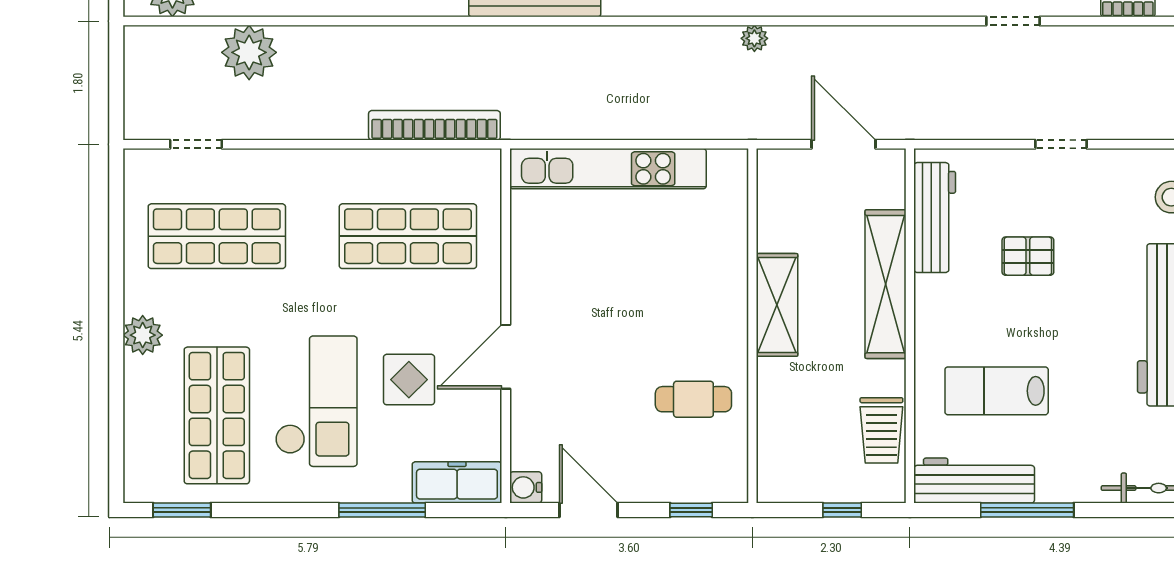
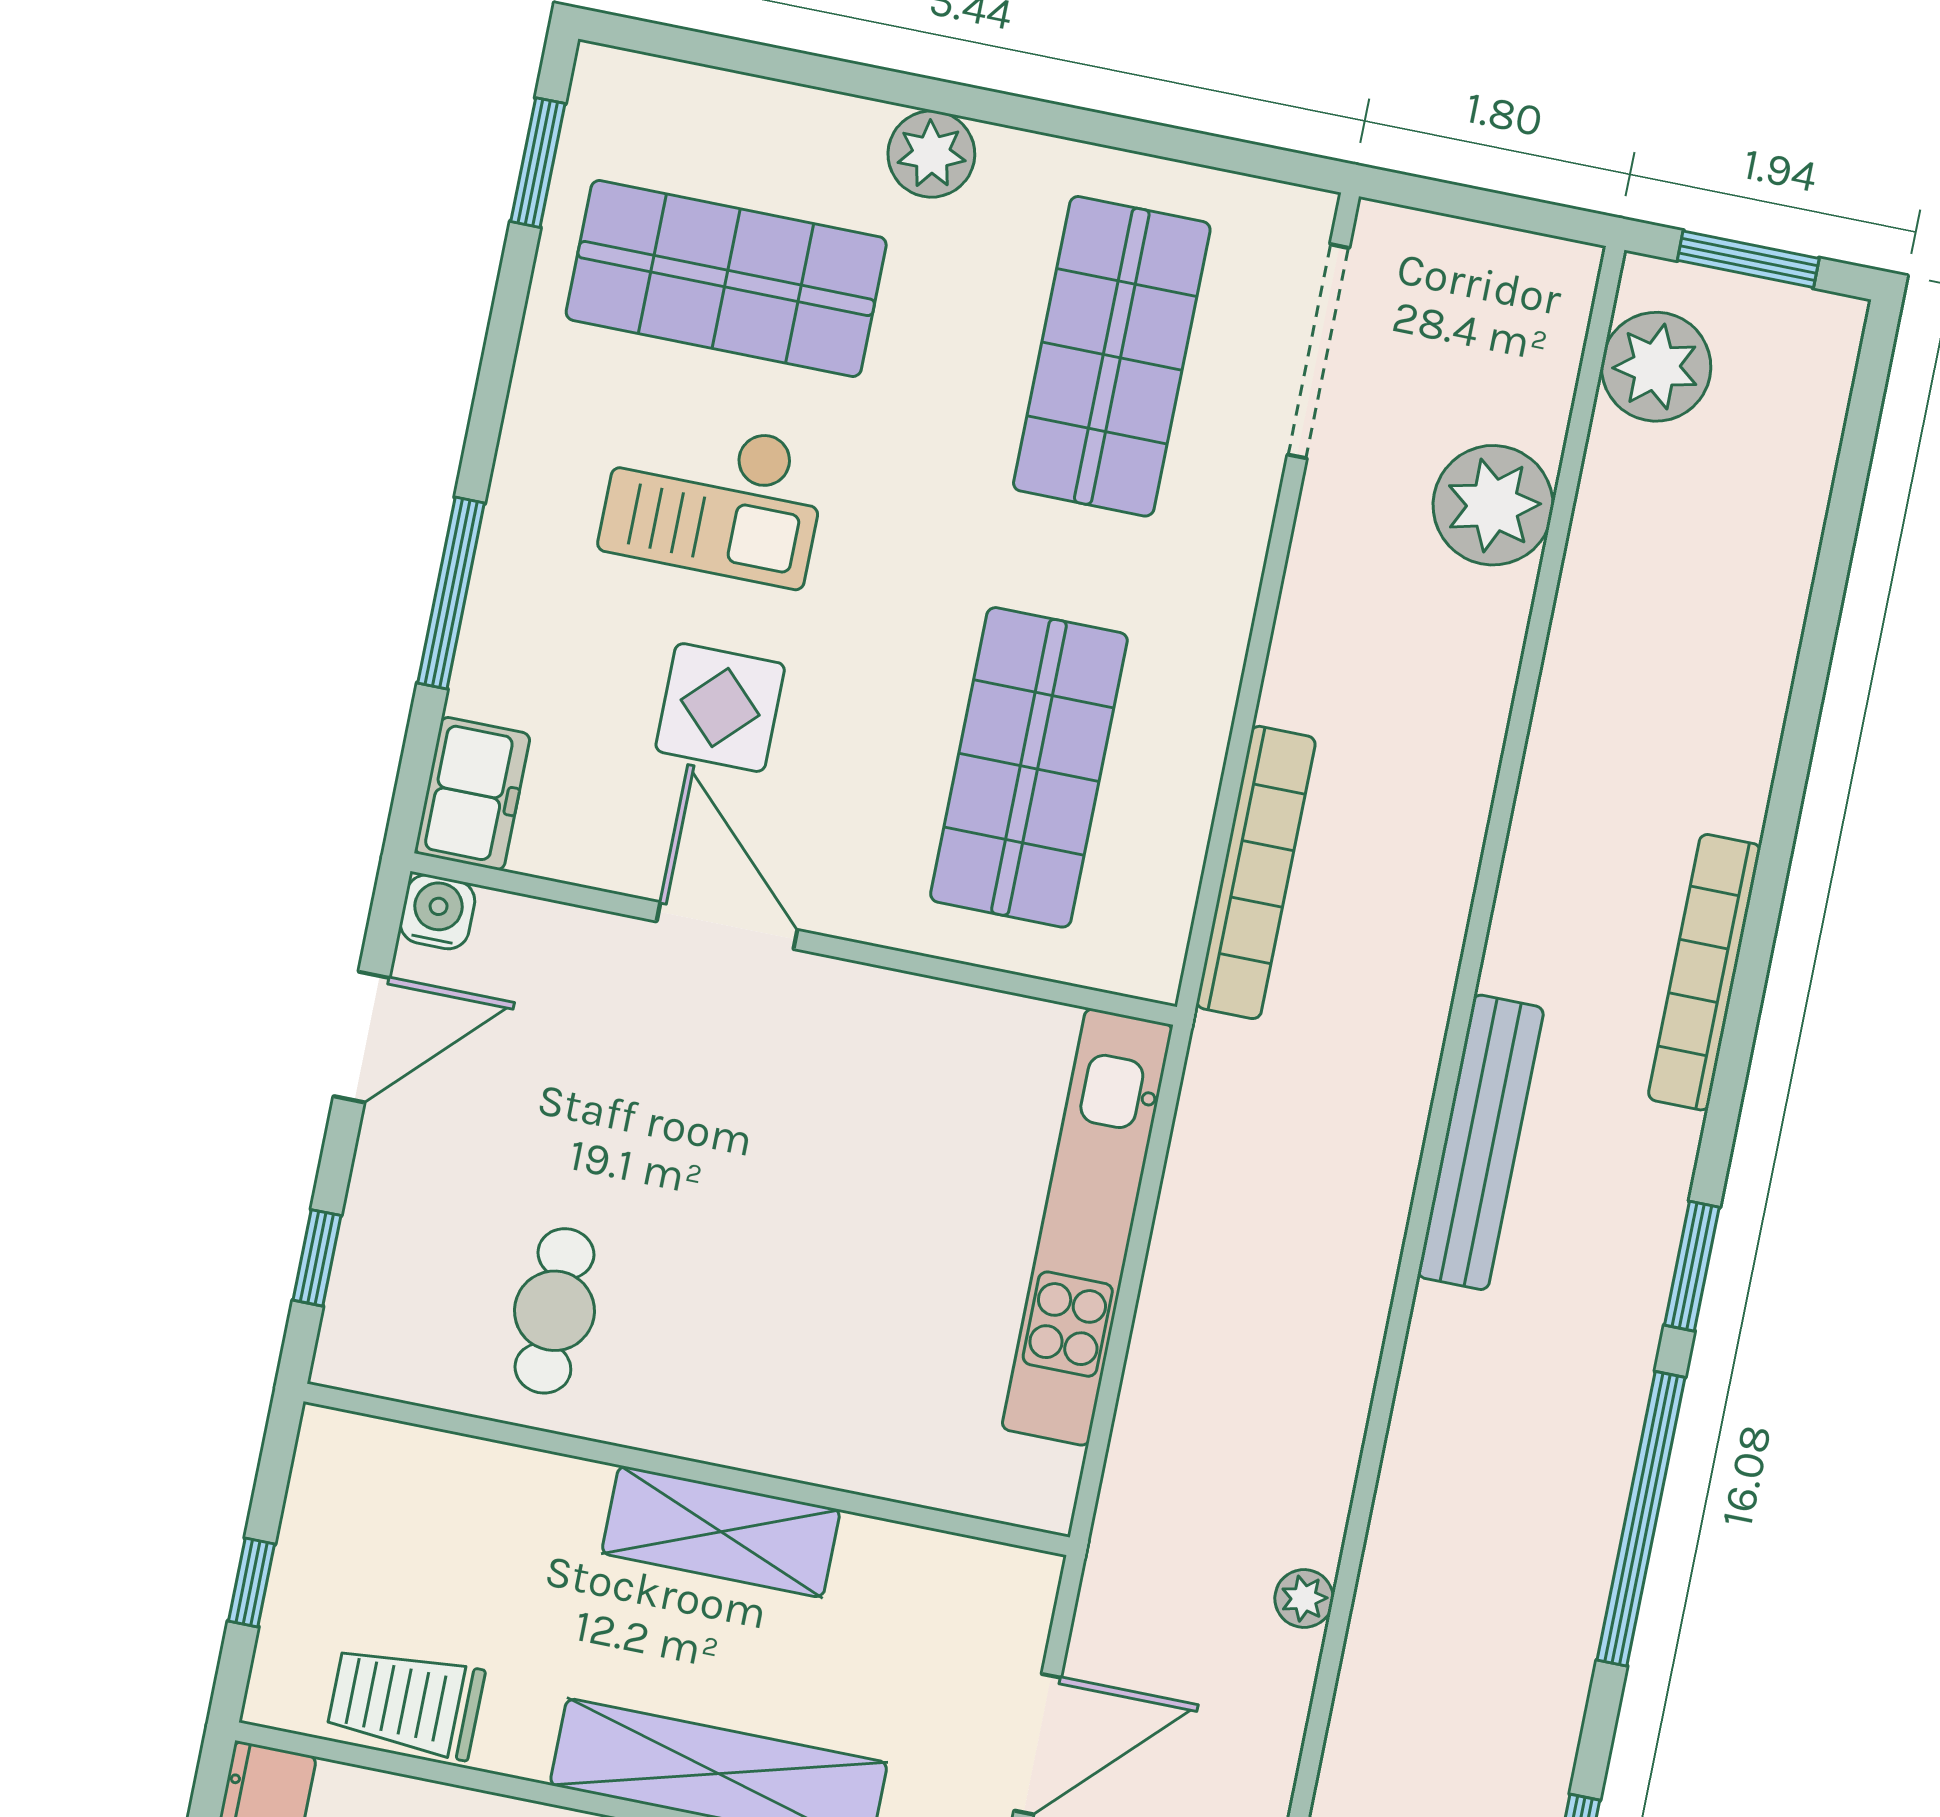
doorway: (196, 144) -> (1318, 351), width x1.88
checkout: (316, 401) -> (714, 498), width x0.73, depth x0.83
freezer: (457, 482) -> (472, 794), width x0.71

